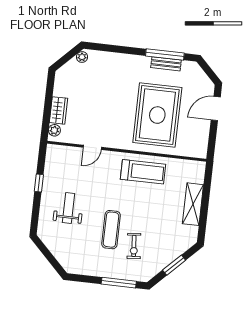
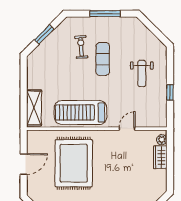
door: (216, 108) -> (24, 164), moved
treadmill: (143, 172) -> (81, 112), width x1.37, depth x1.38
shelving: (193, 204) -> (34, 108), moved
window: (119, 283) -> (105, 14), moved

